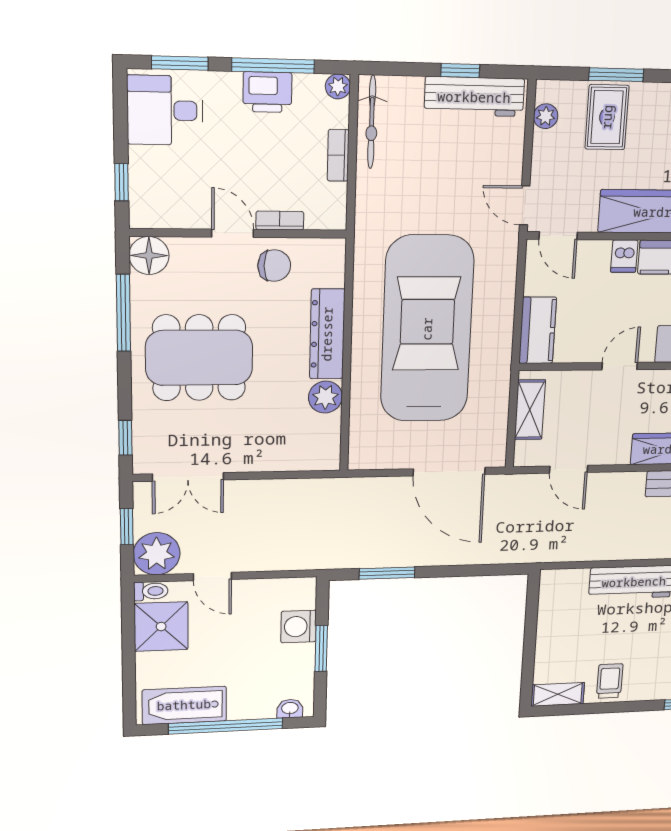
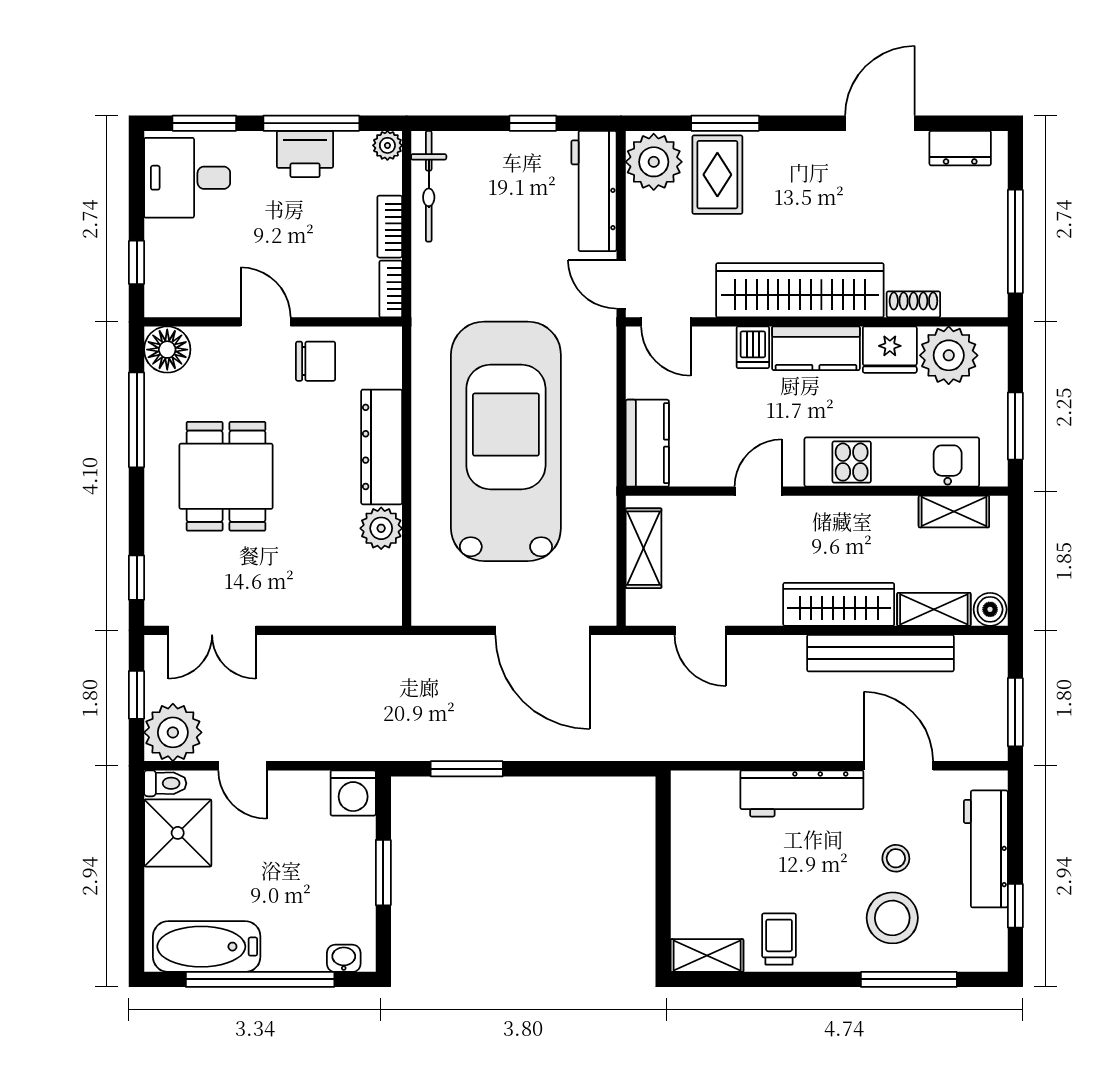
workbench: (474, 97) -> (594, 191), moved, turned 90
plant: (546, 116) -> (654, 162), width x1.87, depth x1.87
bookcase: (280, 221) -> (391, 289), moved, turned -90
dining table: (199, 358) -> (226, 476), width x0.73
washing machine: (299, 627) -> (353, 793), moved, turned -90

